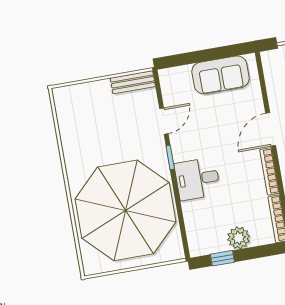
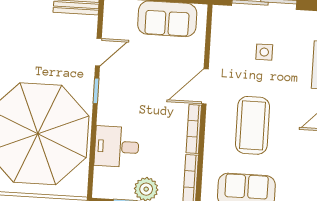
desk: (197, 179) -> (117, 147), moved

